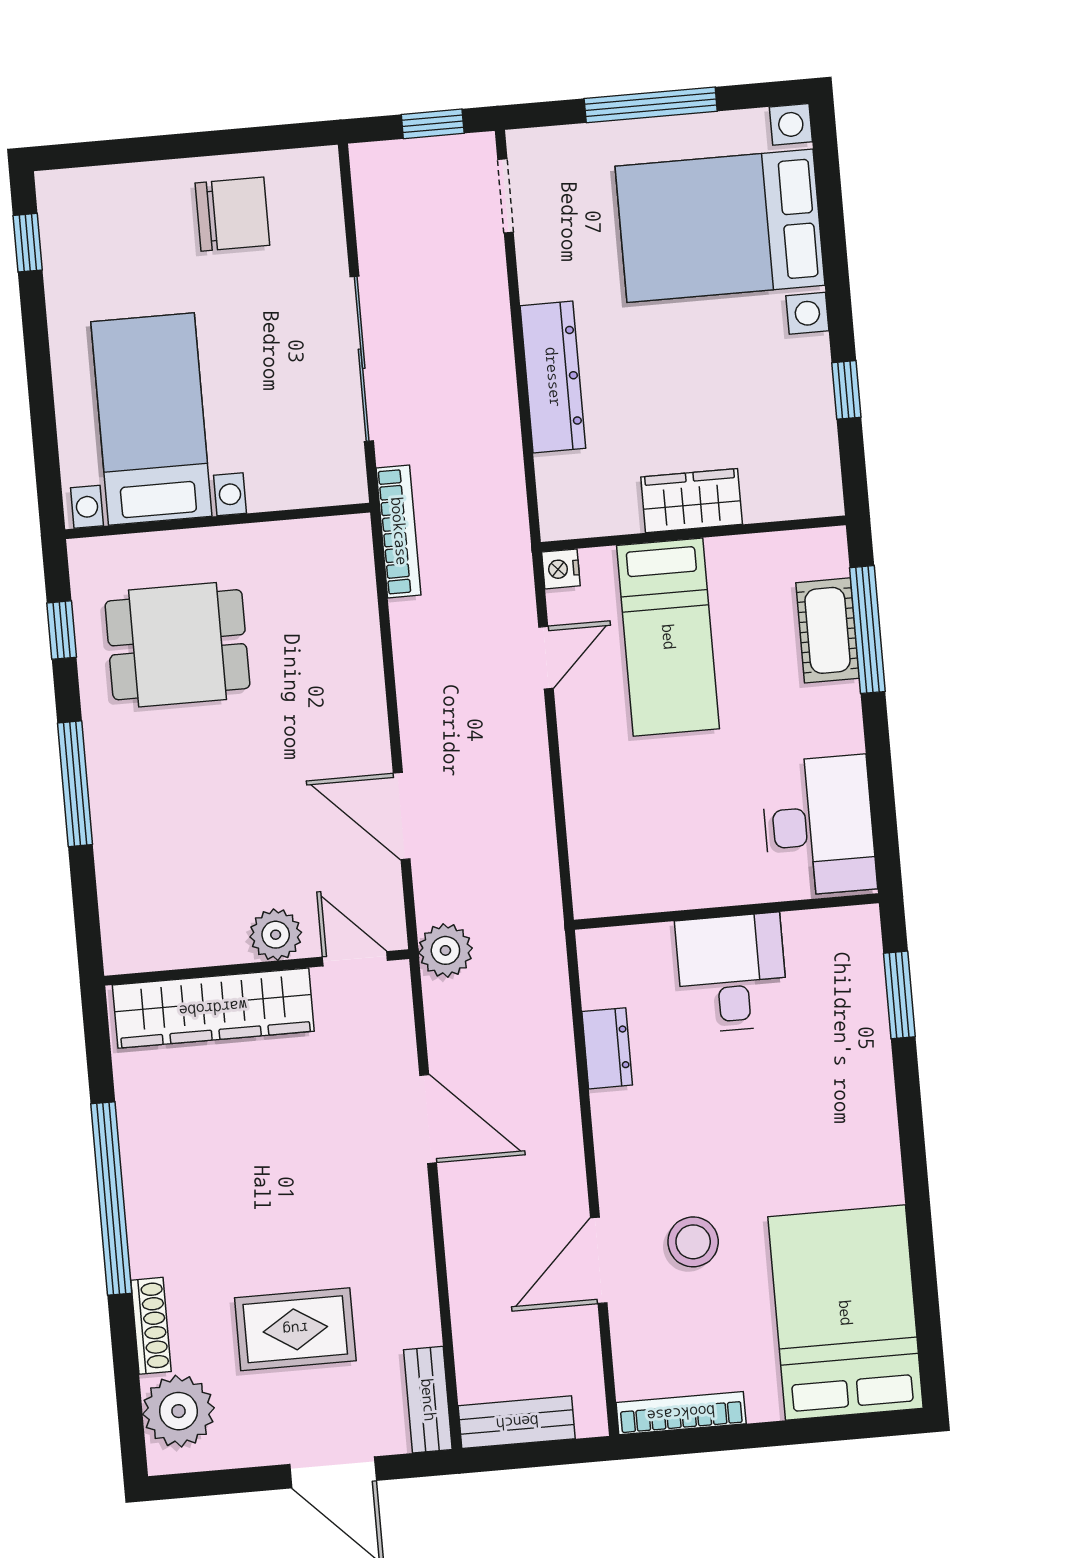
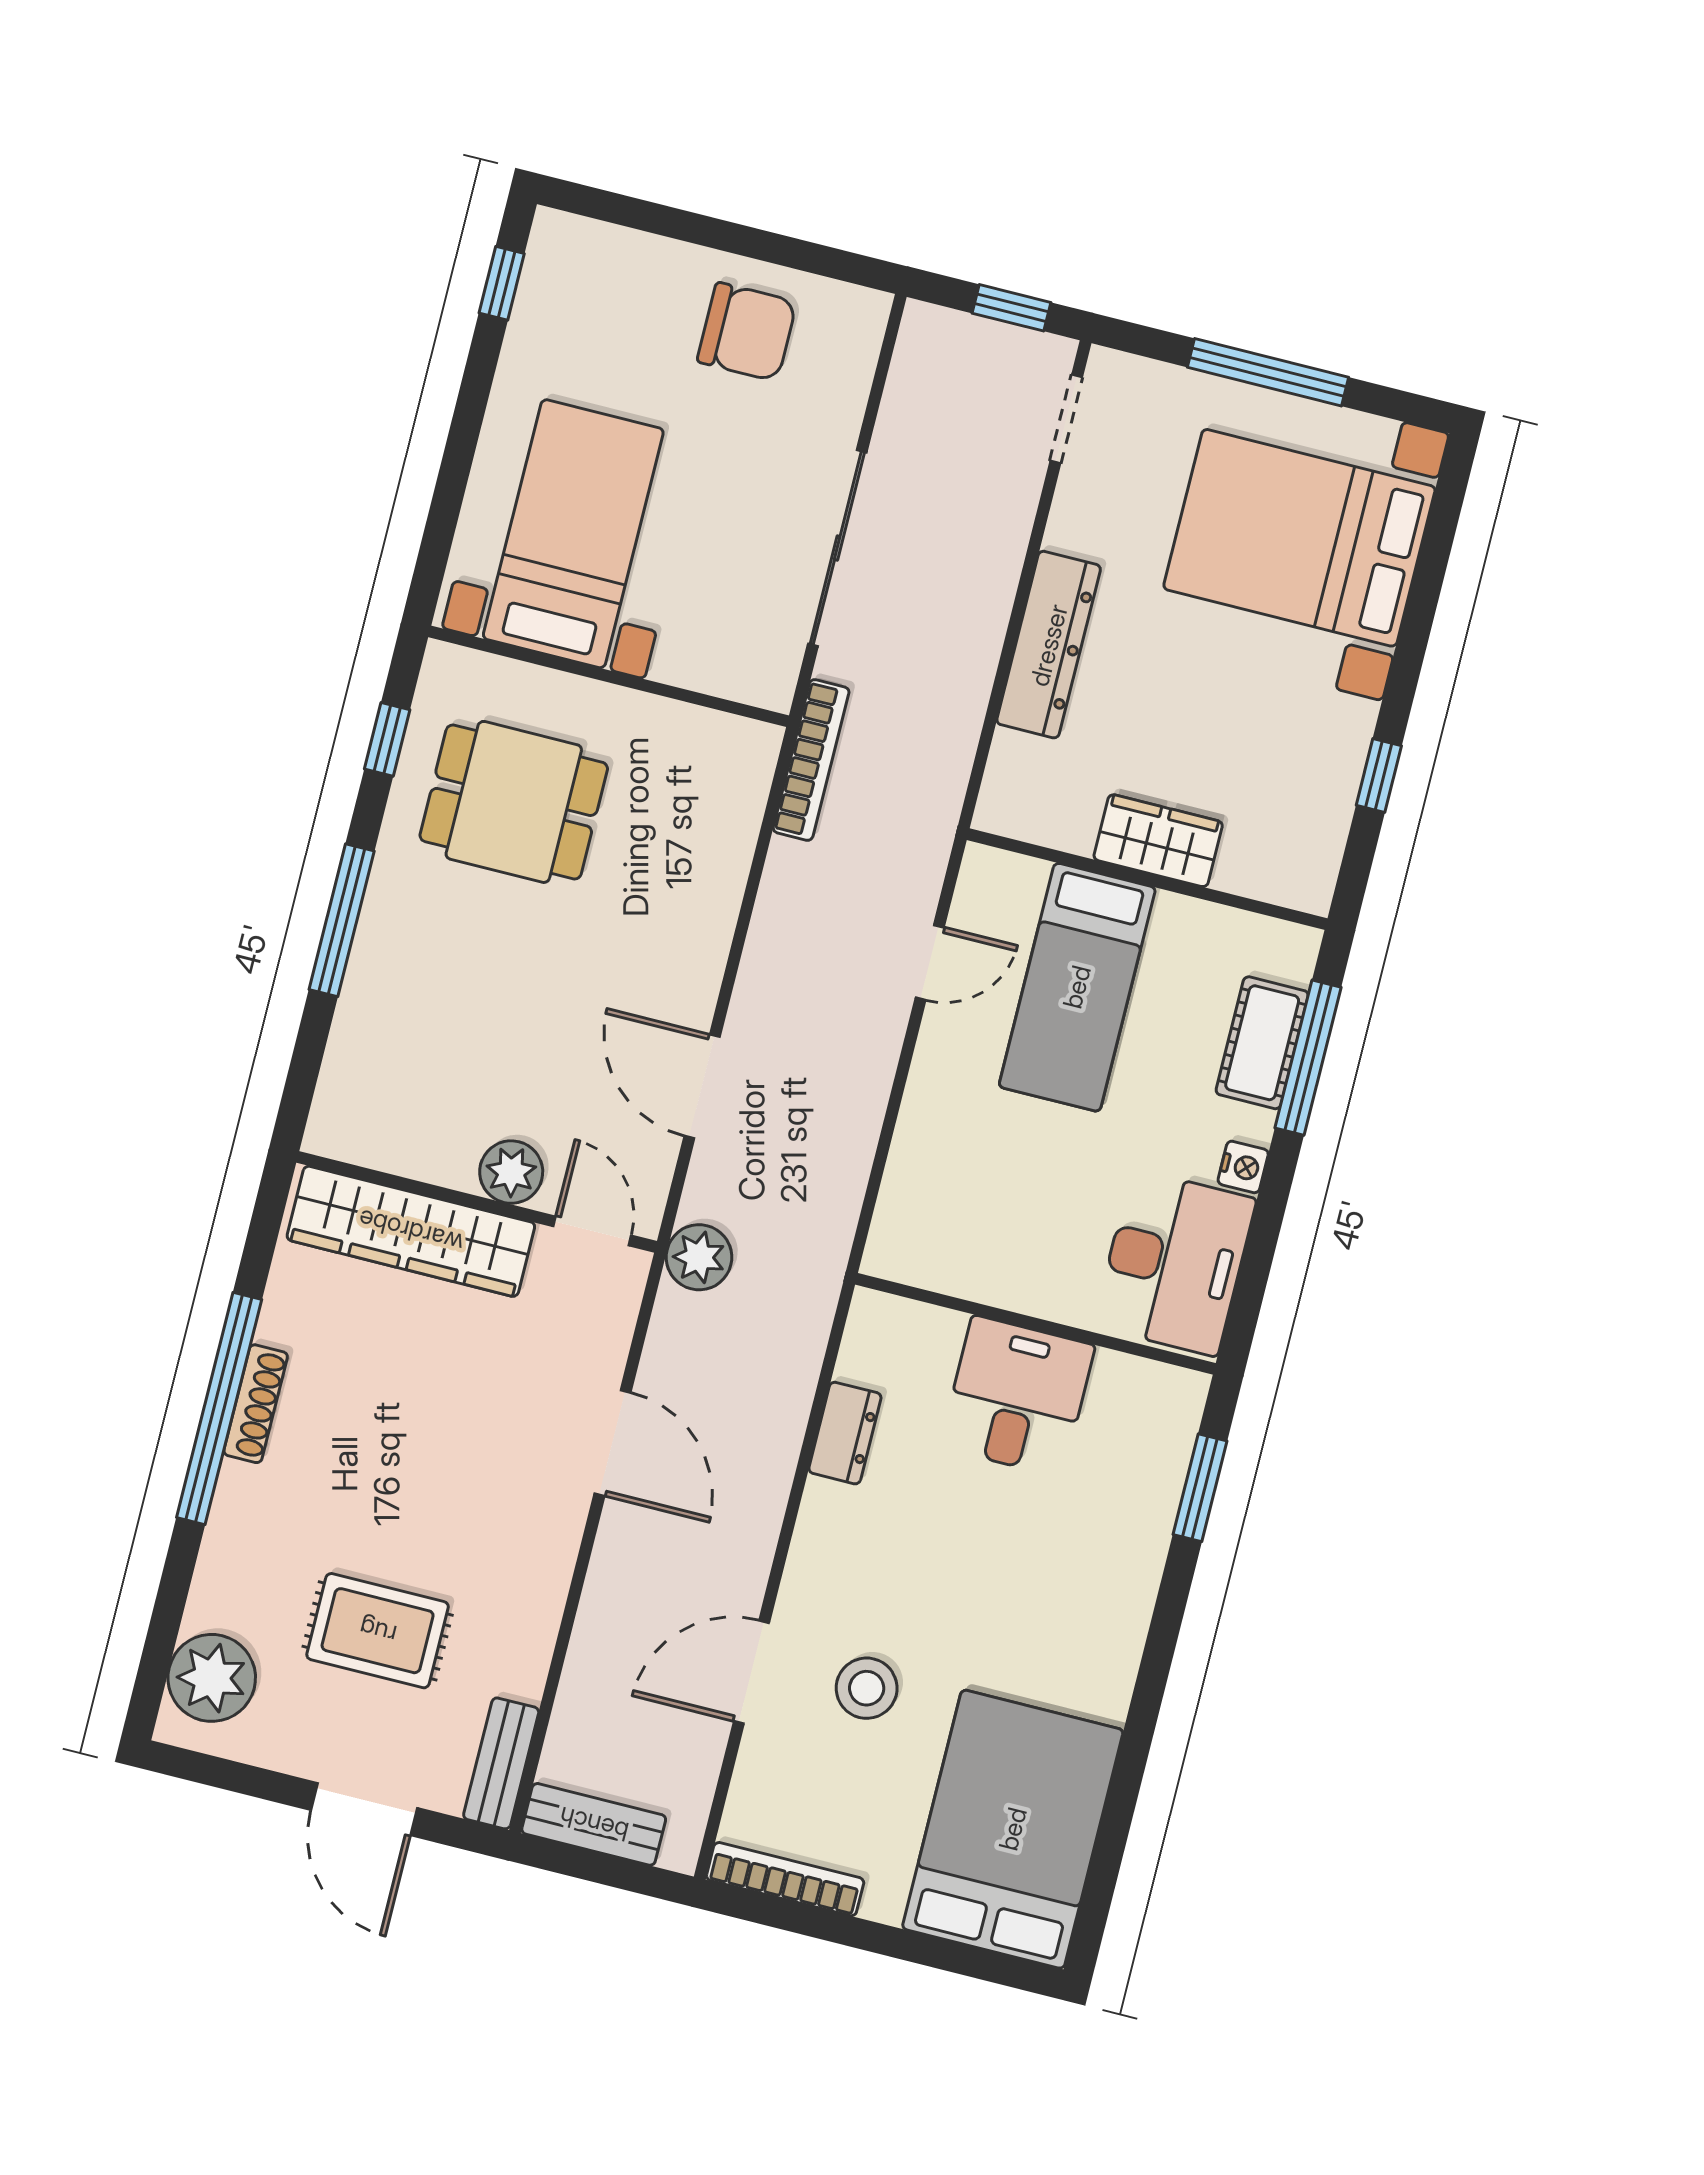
nightstand: (561, 569) -> (1243, 1167), moved, turned 180
shoe rack: (151, 1326) -> (256, 1404), moved

